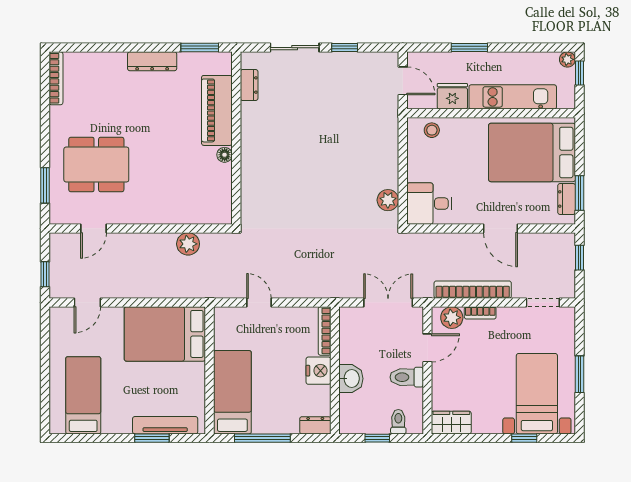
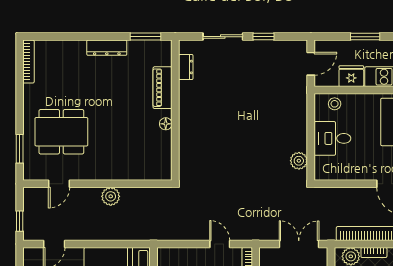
door: (403, 81) -> (311, 64), hinge flipped
piano: (217, 110) -> (163, 88), width x0.73, depth x0.75
desk: (429, 204) -> (332, 138), moved
plant: (188, 244) -> (111, 196), moved
door: (259, 302) -> (220, 244), moved

